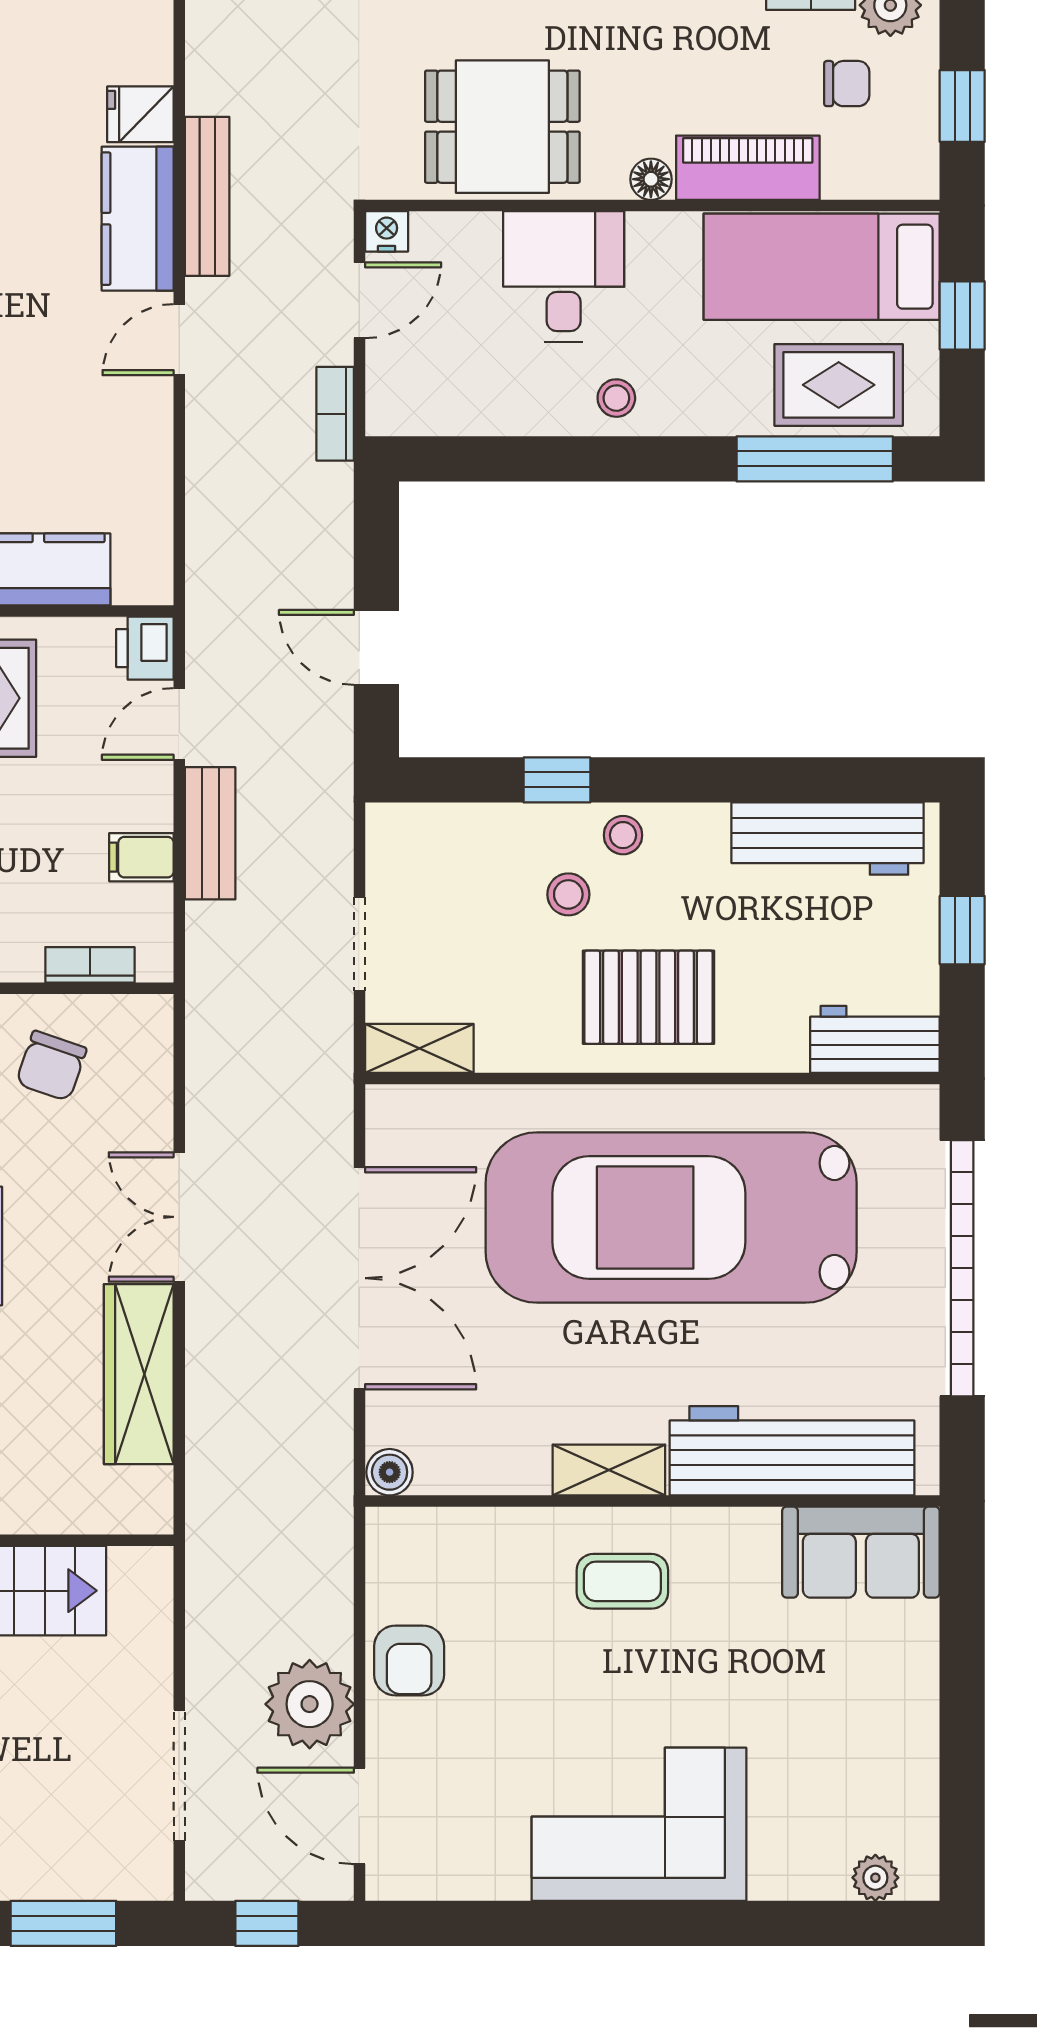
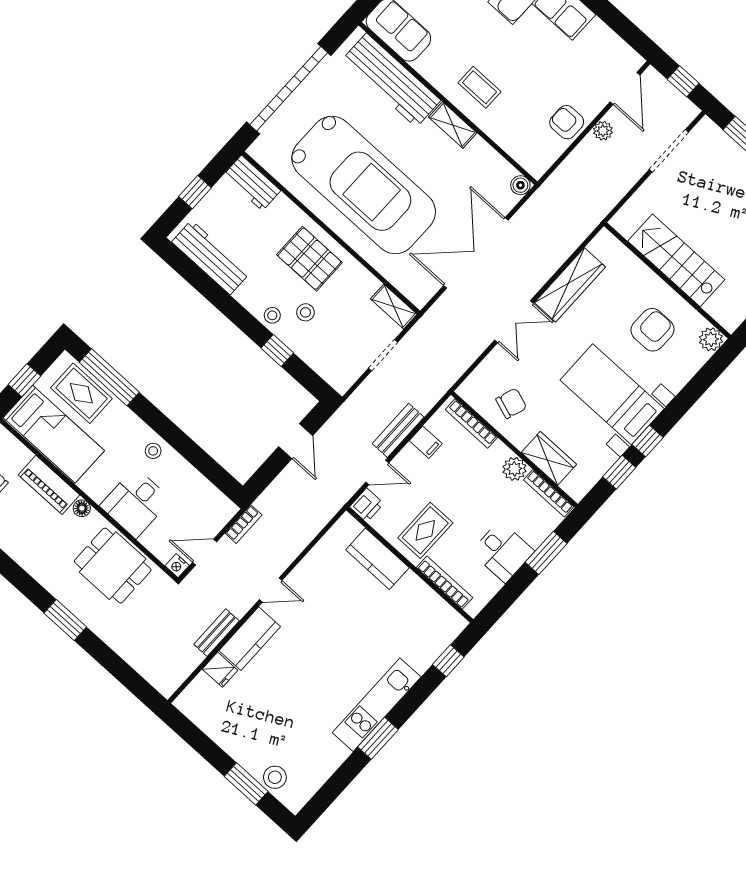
bench: (207, 196) -> (216, 633), width x0.73
bookcase: (90, 965) -> (471, 424), width x1.56
armchair: (409, 1661) -> (567, 122), turned -90
plant: (310, 1704) -> (603, 131), width x0.53, depth x0.53

